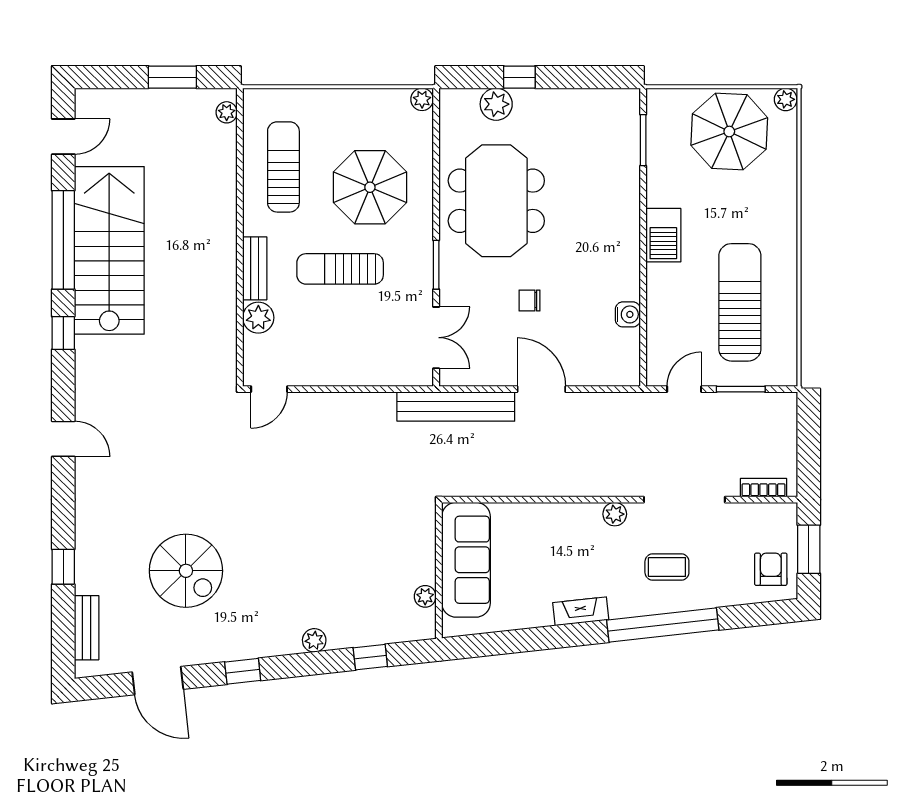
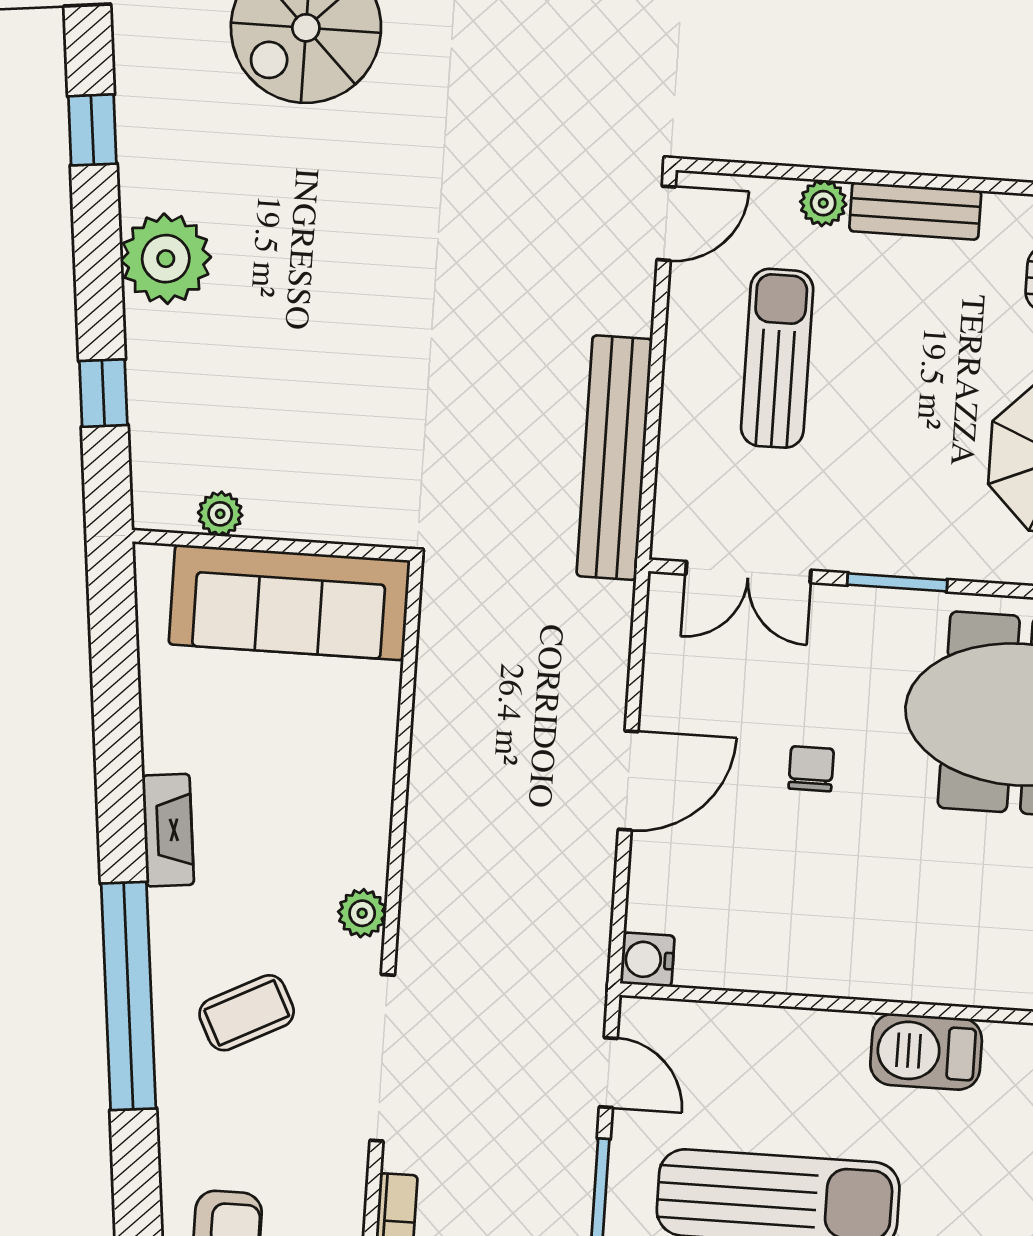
sun lounger: (340, 269) -> (777, 358), moved
water cooler: (628, 314) -> (647, 960), moved, turned 90
plant: (258, 318) -> (823, 203), width x0.73, depth x0.73
door: (269, 389) -> (666, 223), swing flipped
bench: (456, 406) -> (614, 458), moved
coffee table: (667, 567) -> (247, 1013), turned 63
plant: (314, 640) -> (166, 259), width x1.87, depth x1.87

